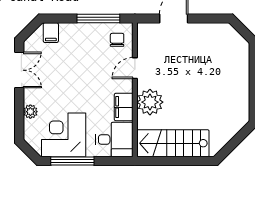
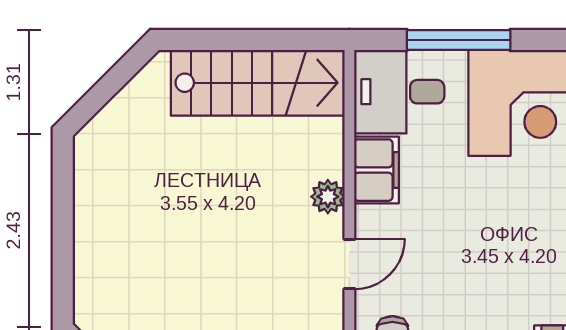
plant: (150, 102) -> (328, 197), width x0.53, depth x0.53
window: (72, 161) -> (459, 40), moved

